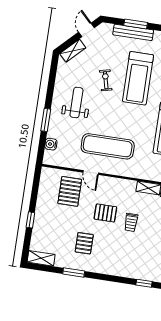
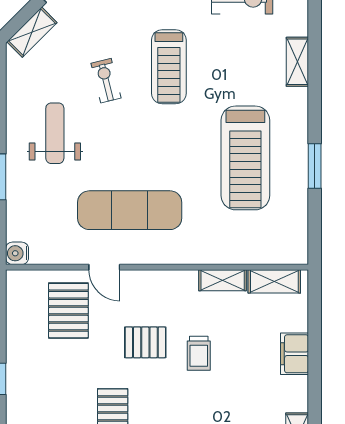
treadmill: (138, 78) -> (169, 67), width x0.73, depth x0.73
water cooler: (51, 144) -> (17, 253), moved

